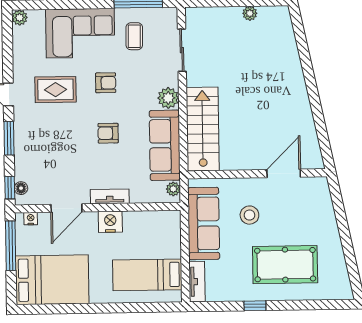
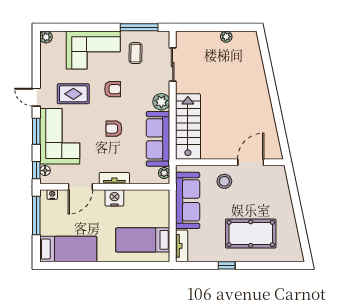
corner sofa: (39, 144) -> (60, 136), added
stool: (249, 215) -> (224, 181), moved
bed: (52, 280) -> (68, 249), width x0.67

